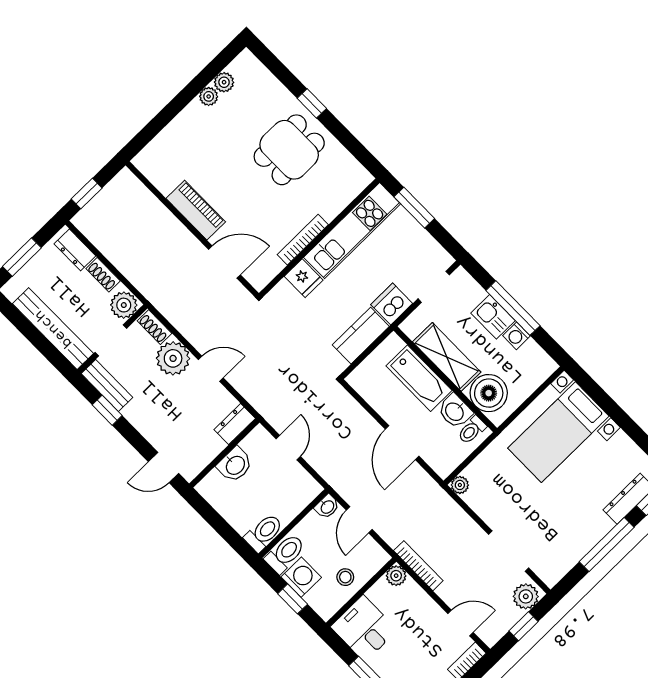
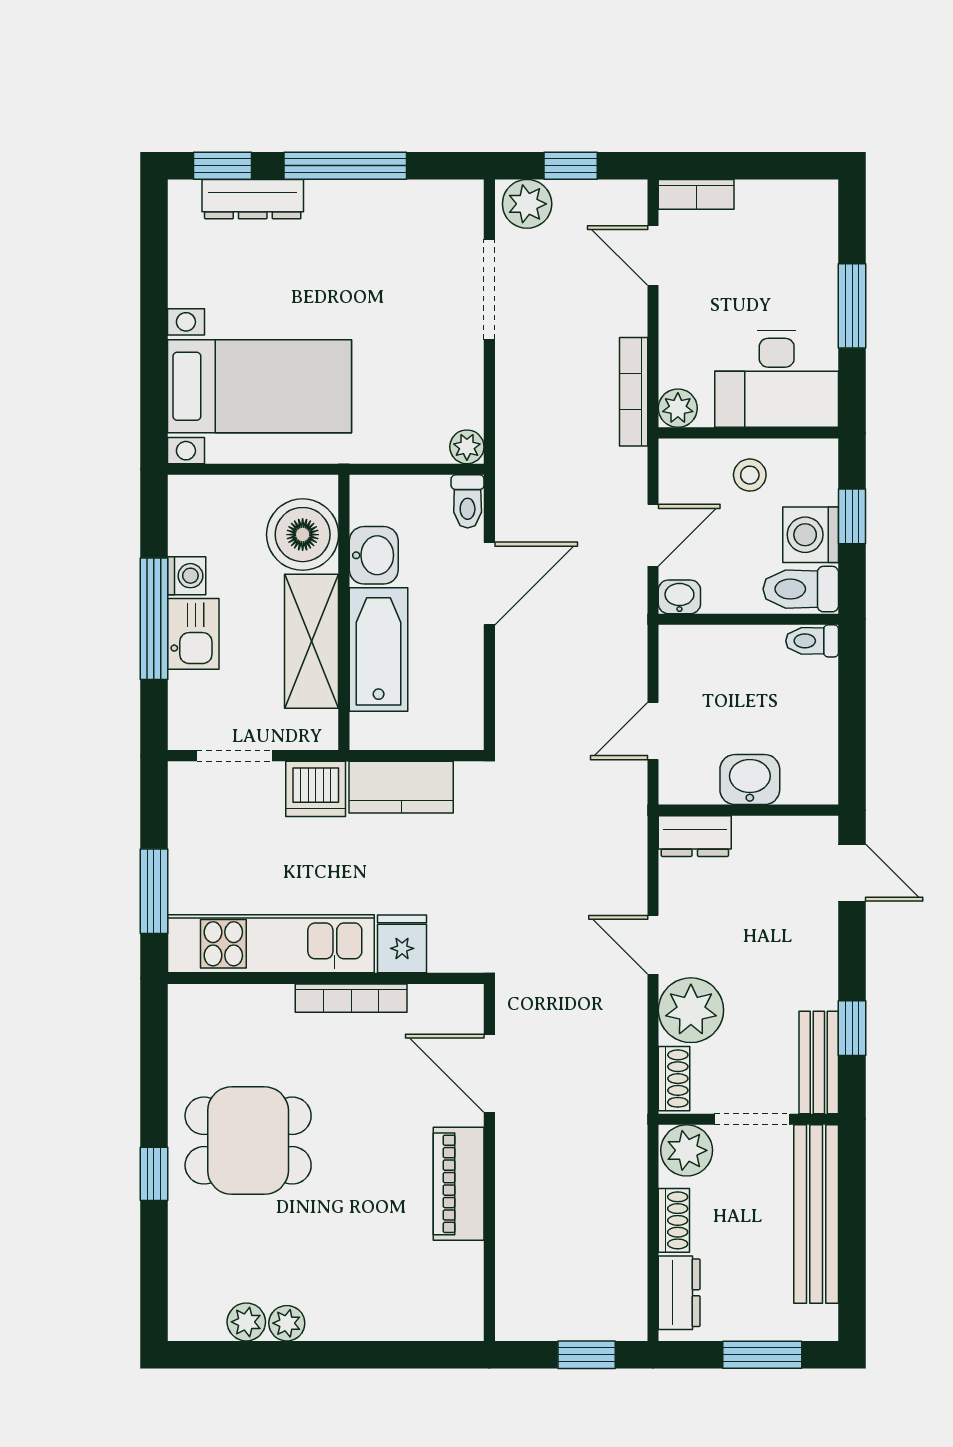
toilet: (472, 430) -> (468, 501), moved, turned 90
toilet: (264, 533) -> (812, 641), width x0.73, depth x0.72
desk: (364, 628) -> (777, 379), width x1.37

